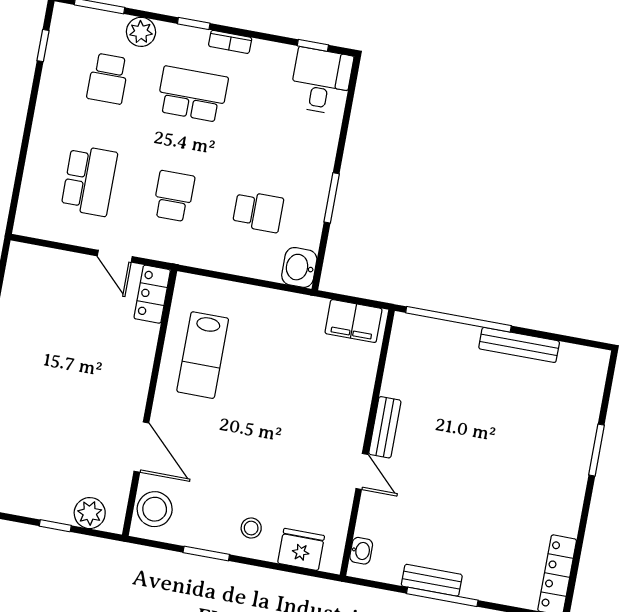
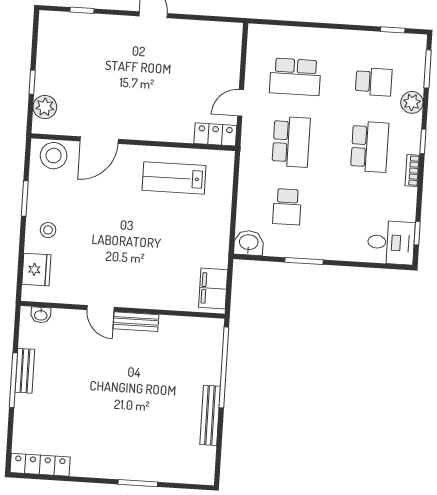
school desk: (108, 79) -> (374, 82), turned 180
school desk: (174, 196) -> (291, 142), width x1.85
door: (362, 472) -> (101, 308), hinge flipped

